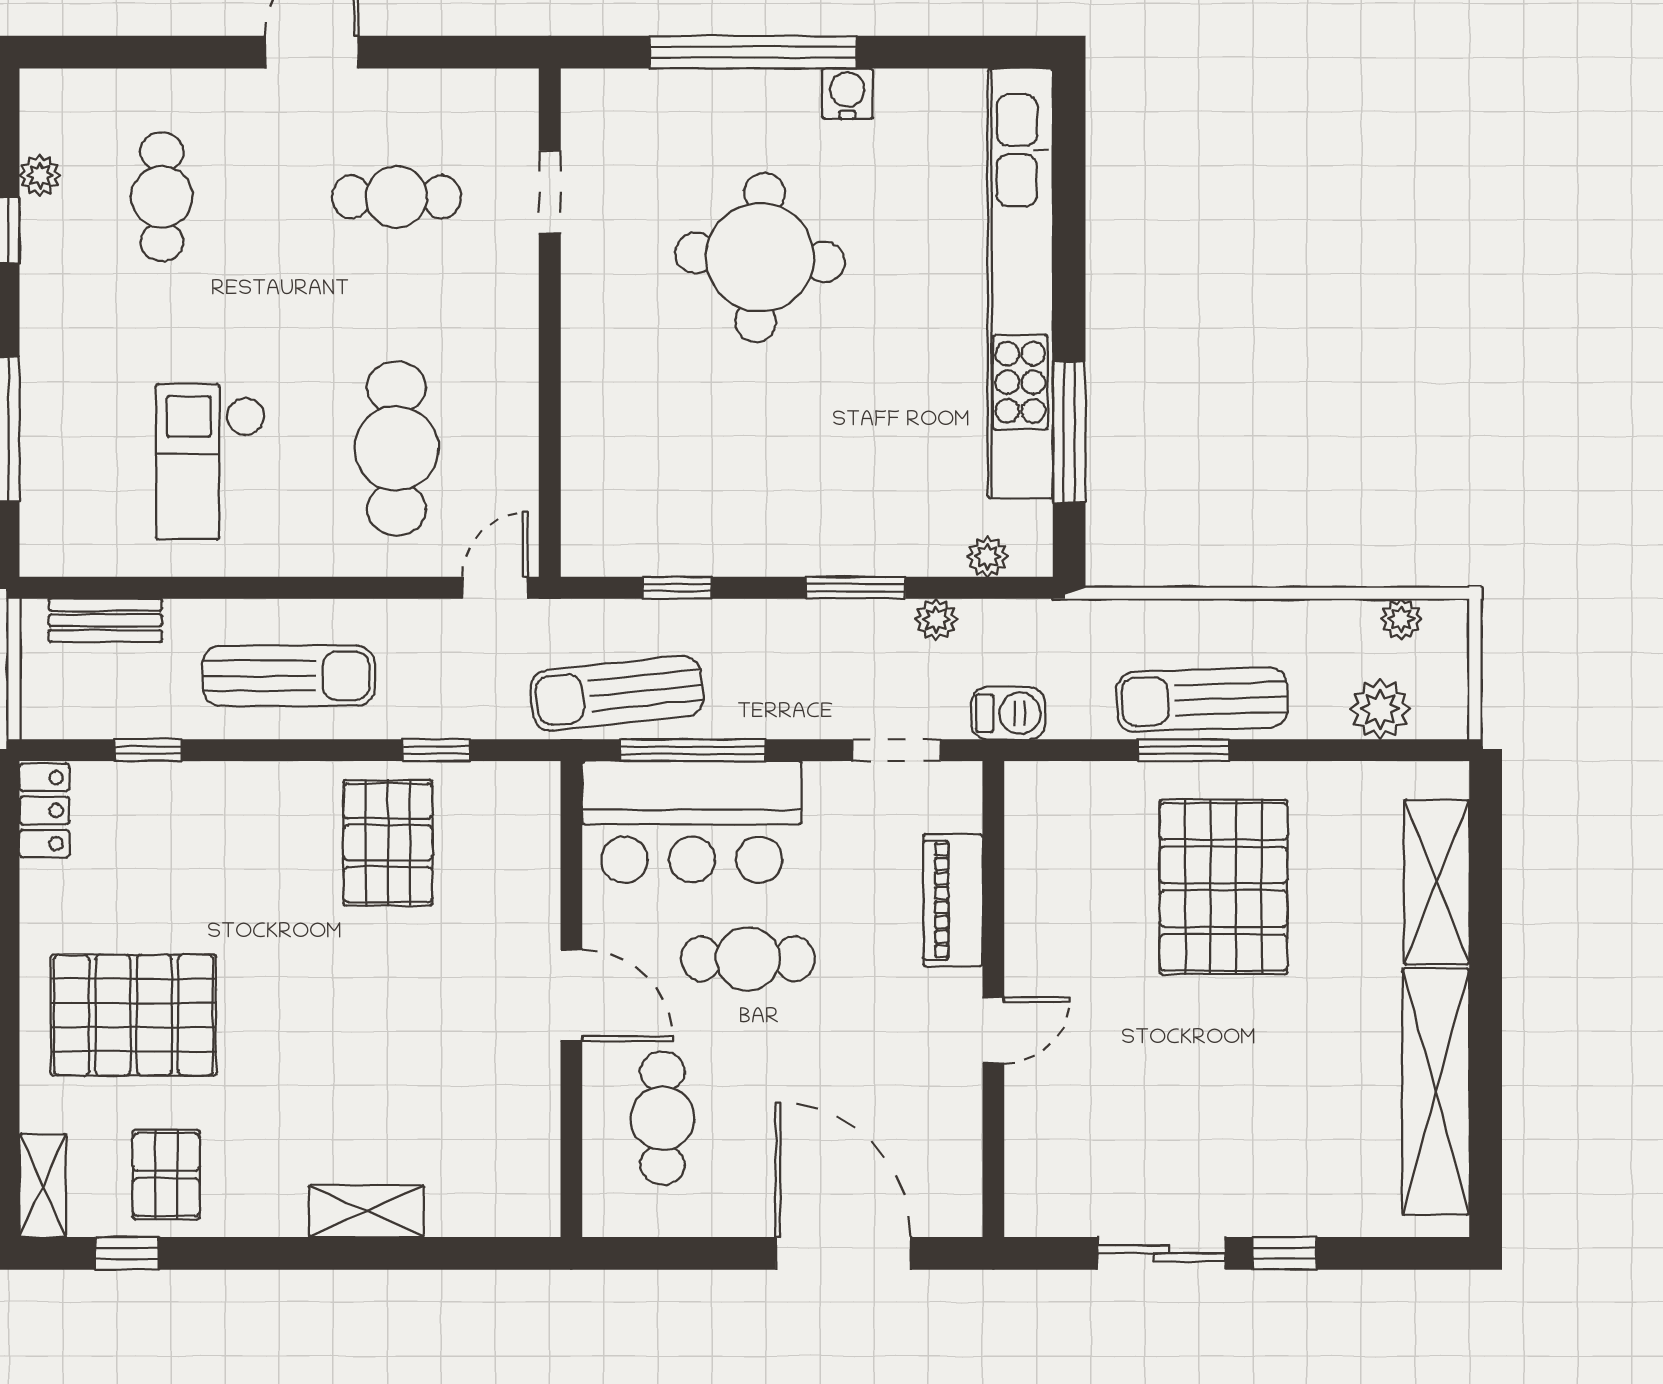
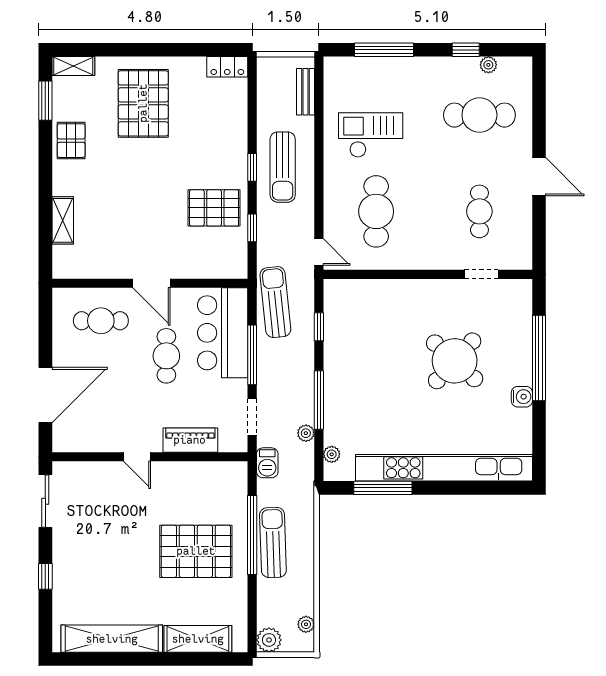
cafe table: (162, 197) -> (479, 115), width x1.37, depth x1.35
round table: (760, 257) -> (455, 361), turned 38
cafe table: (396, 448) -> (376, 211), turned 90
window: (856, 588) -> (319, 400), width x1.44
plant: (1380, 709) -> (269, 640), moved
window: (148, 750) -> (252, 167), moved
window: (693, 750) -> (252, 355), moved
window: (1184, 750) -> (252, 535), width x2.11
door: (571, 995) -> (151, 283), hinge flipped
pallet: (166, 1175) -> (71, 141), moved, turned 90
shelving: (366, 1211) -> (63, 220), moved
window: (127, 1253) -> (45, 101), width x1.50
sliding door: (1161, 1253) -> (45, 501), moved

